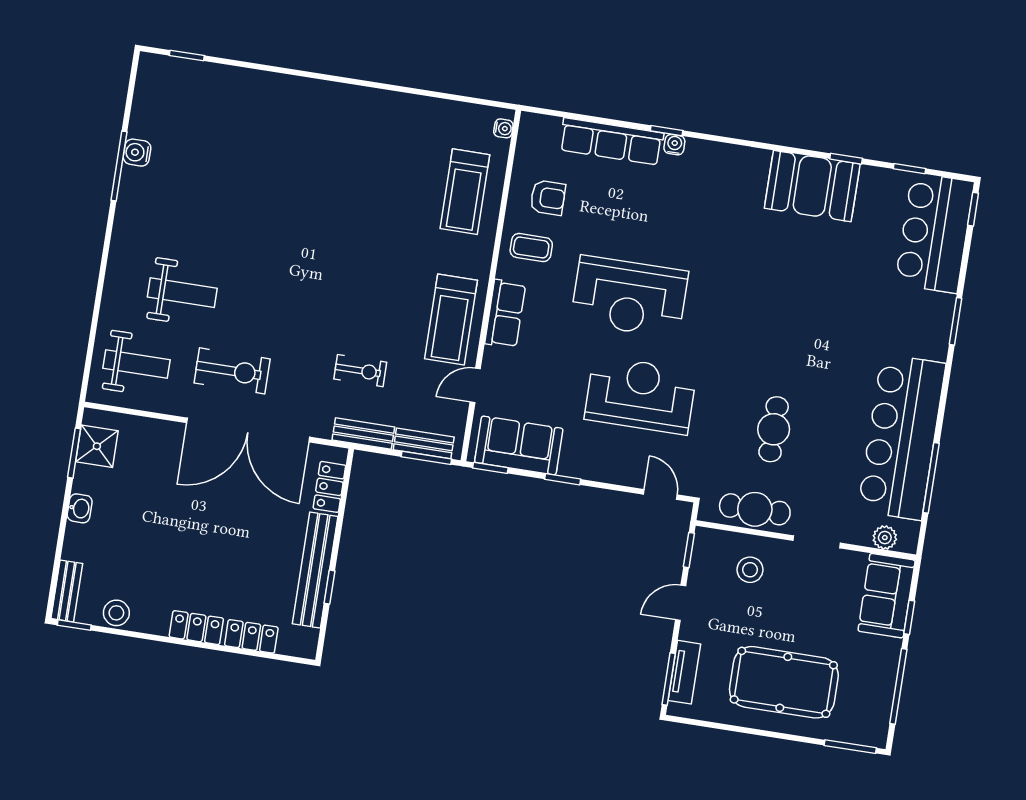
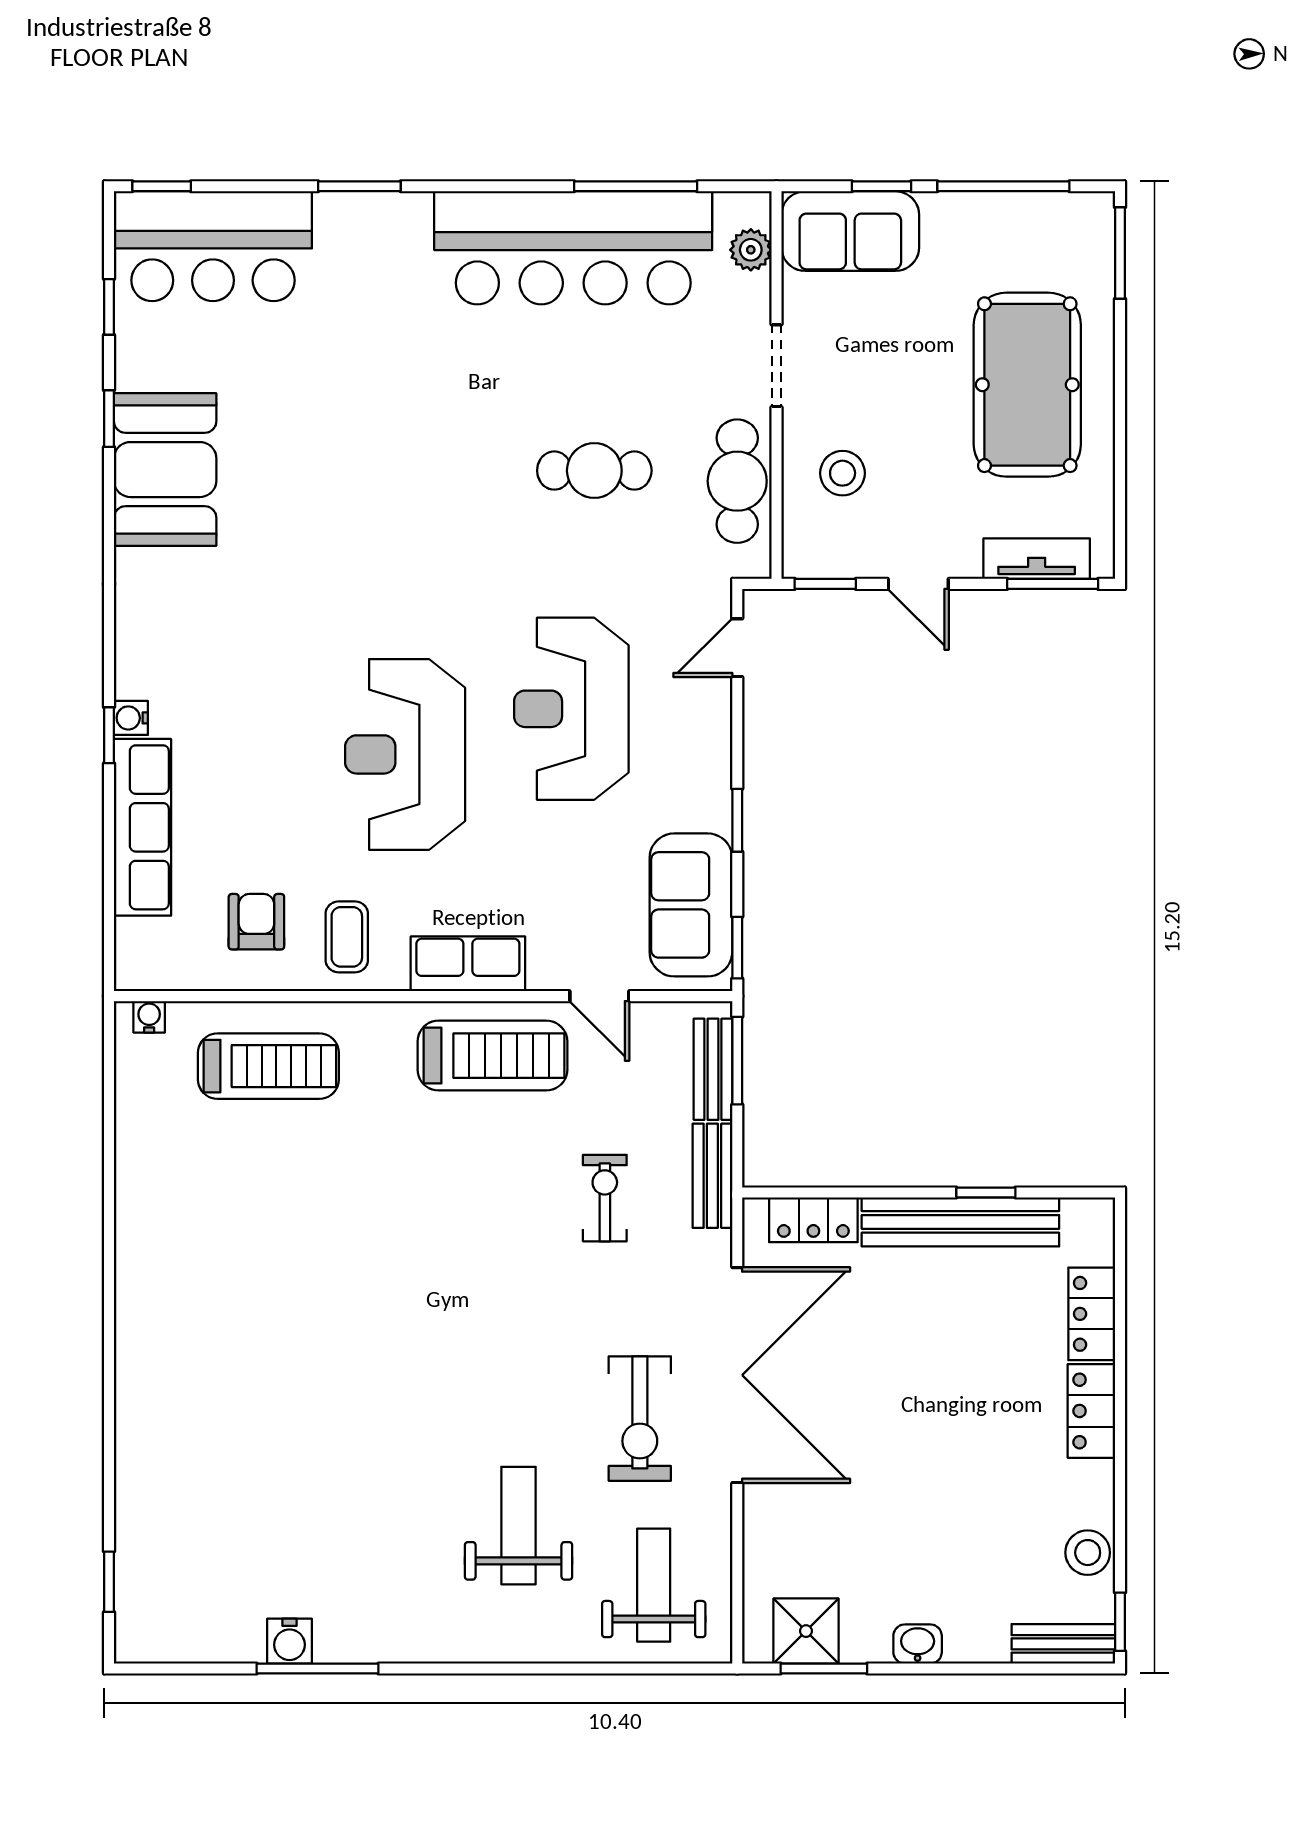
reception desk: (629, 297) -> (405, 754), turned 180
exercise bike: (232, 371) -> (640, 1419), turned 180

